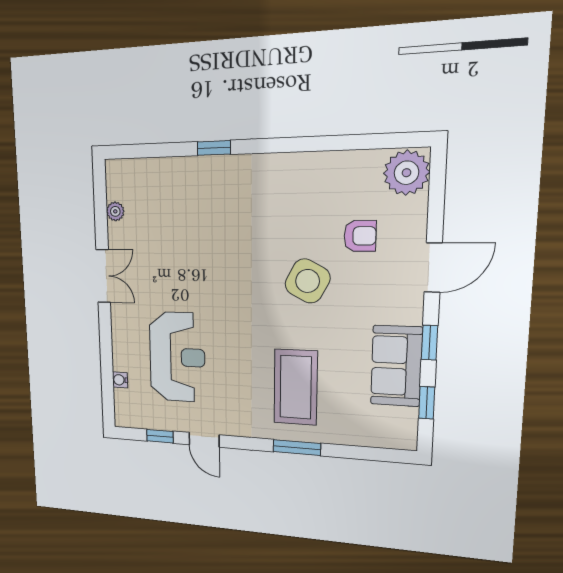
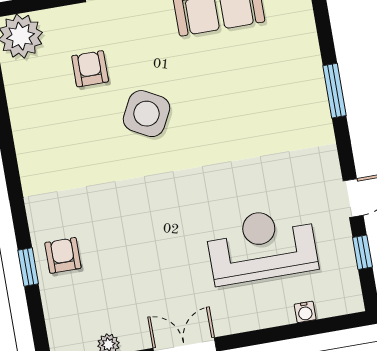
window: (214, 148) -> (28, 267), moved
armchair: (195, 183) -> (63, 255), added
coffee table: (296, 387) -> (266, 105), removed

